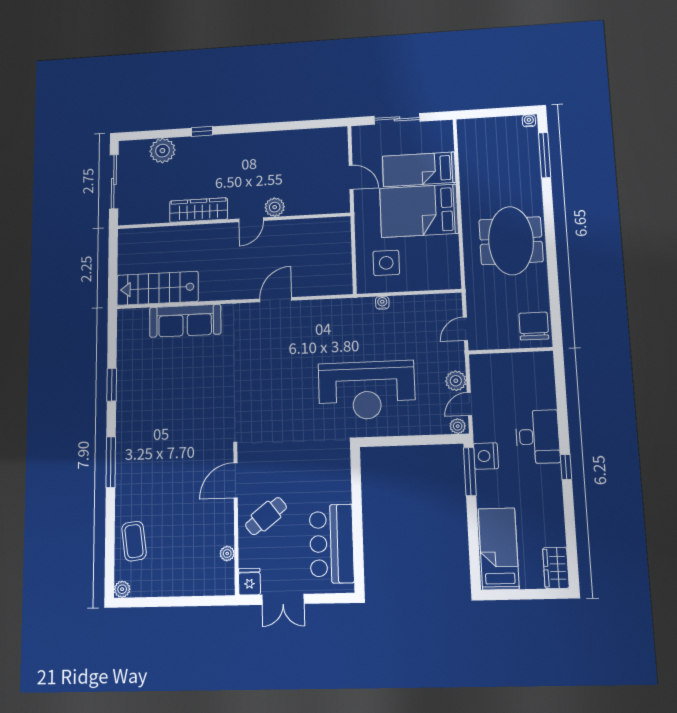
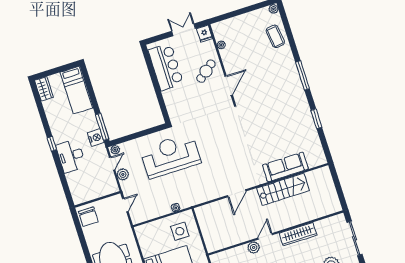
stairs: (157, 288) -> (283, 189), moved

